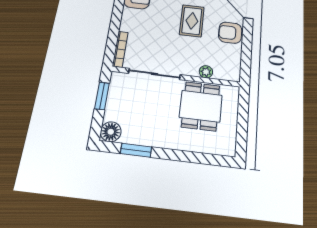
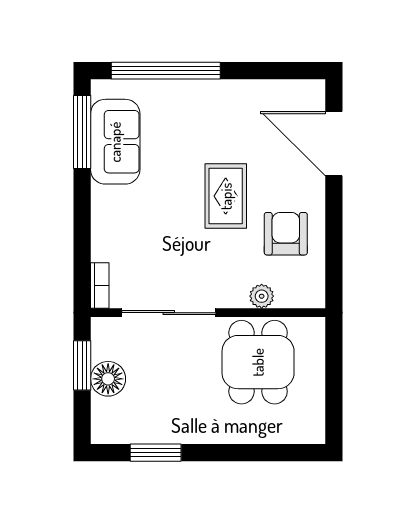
armchair: (230, 33) -> (286, 234), moved, turned 90
bookcase: (120, 49) -> (100, 285), width x0.64
floor lamp: (111, 132) -> (108, 379), moved

